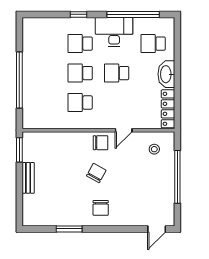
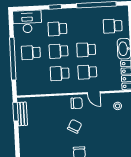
desk: (114, 32) -> (27, 22), moved
school desk: (44, 73) -> (31, 53), added
school desk: (117, 103) -> (87, 72), added
door: (124, 130) -> (94, 93), hinge flipped
bench: (28, 178) -> (22, 114), moved

